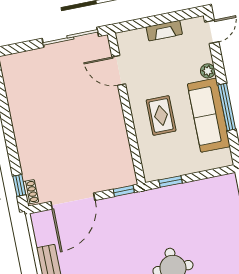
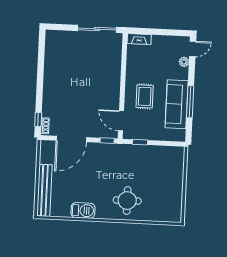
fireplace: (164, 31) -> (139, 39), moved
door: (119, 70) -> (121, 121), moved
plant: (208, 71) -> (184, 62), moved

